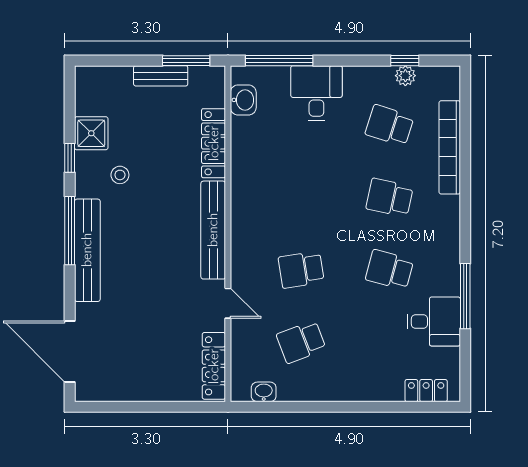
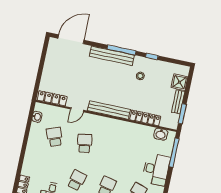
desk: (316, 93) -> (156, 169), width x1.37
shower: (91, 133) -> (180, 82), moved

